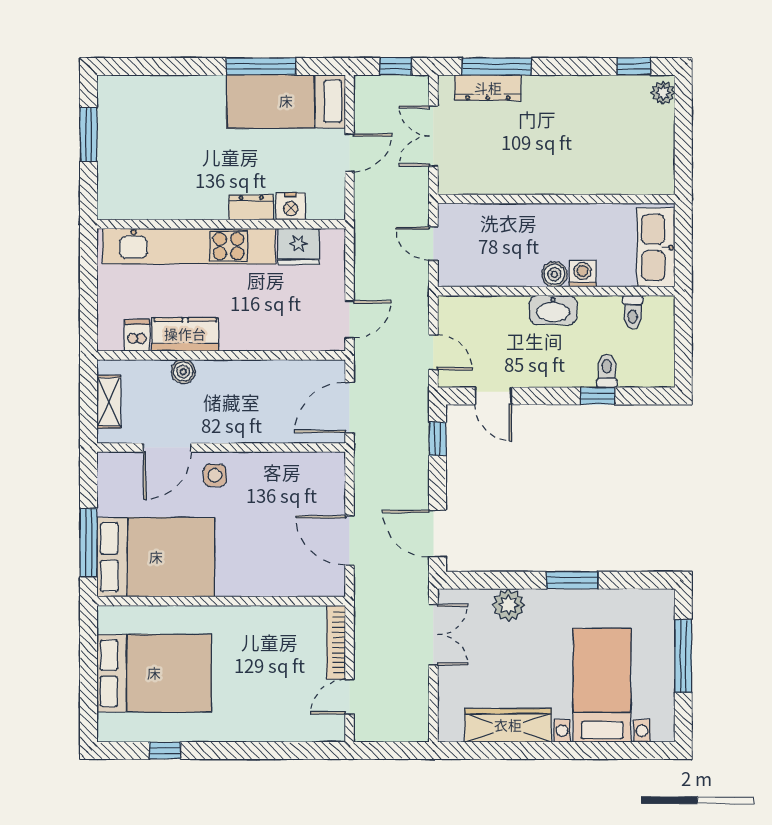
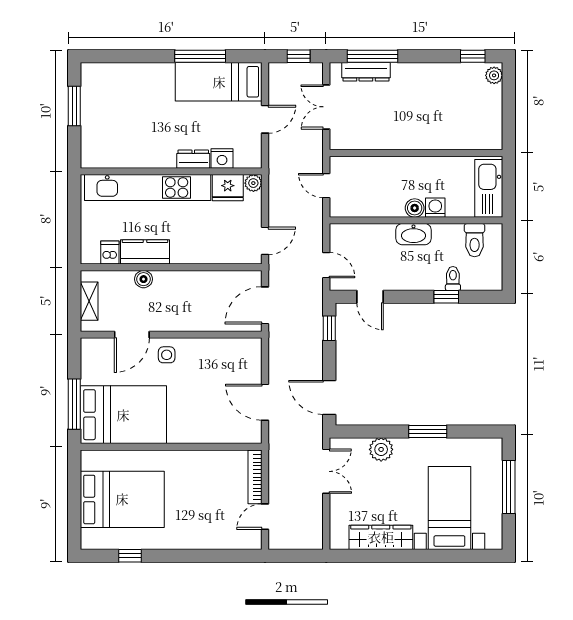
plant: (334, 240) -> (253, 183), added
toilet: (633, 312) -> (475, 240), width x1.37, depth x1.39

